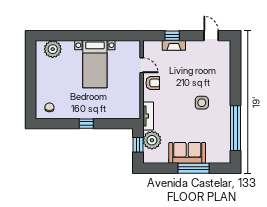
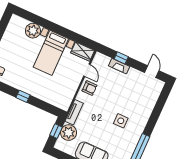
wardrobe: (128, 48) -> (83, 52), added
plant: (53, 49) -> (33, 31), moved

